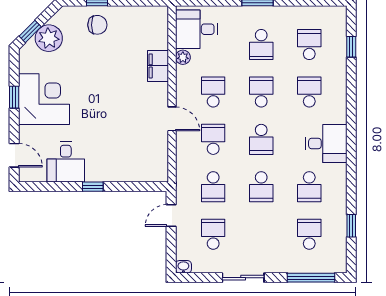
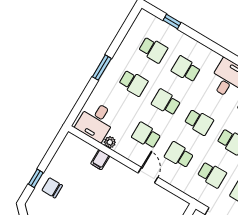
chair: (97, 25) -> (52, 188), turned -90
school desk: (309, 45) -> (153, 50), turned 180
filing cabinet: (158, 66) -> (100, 160), width x0.50
door: (172, 119) -> (148, 175), hinge flipped

